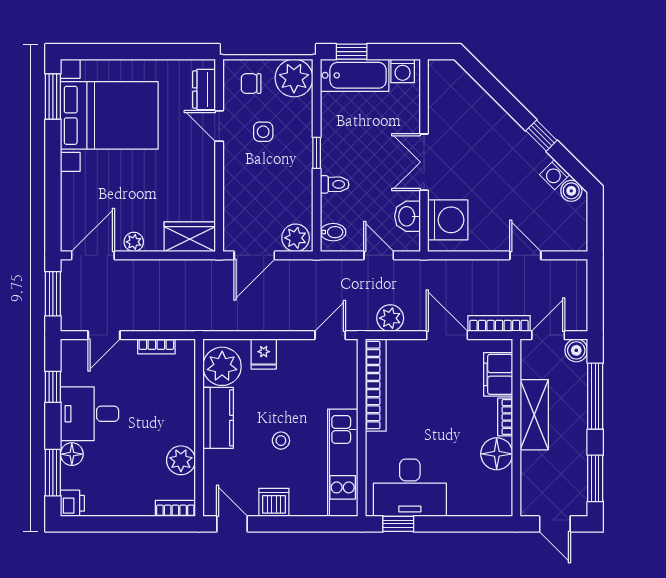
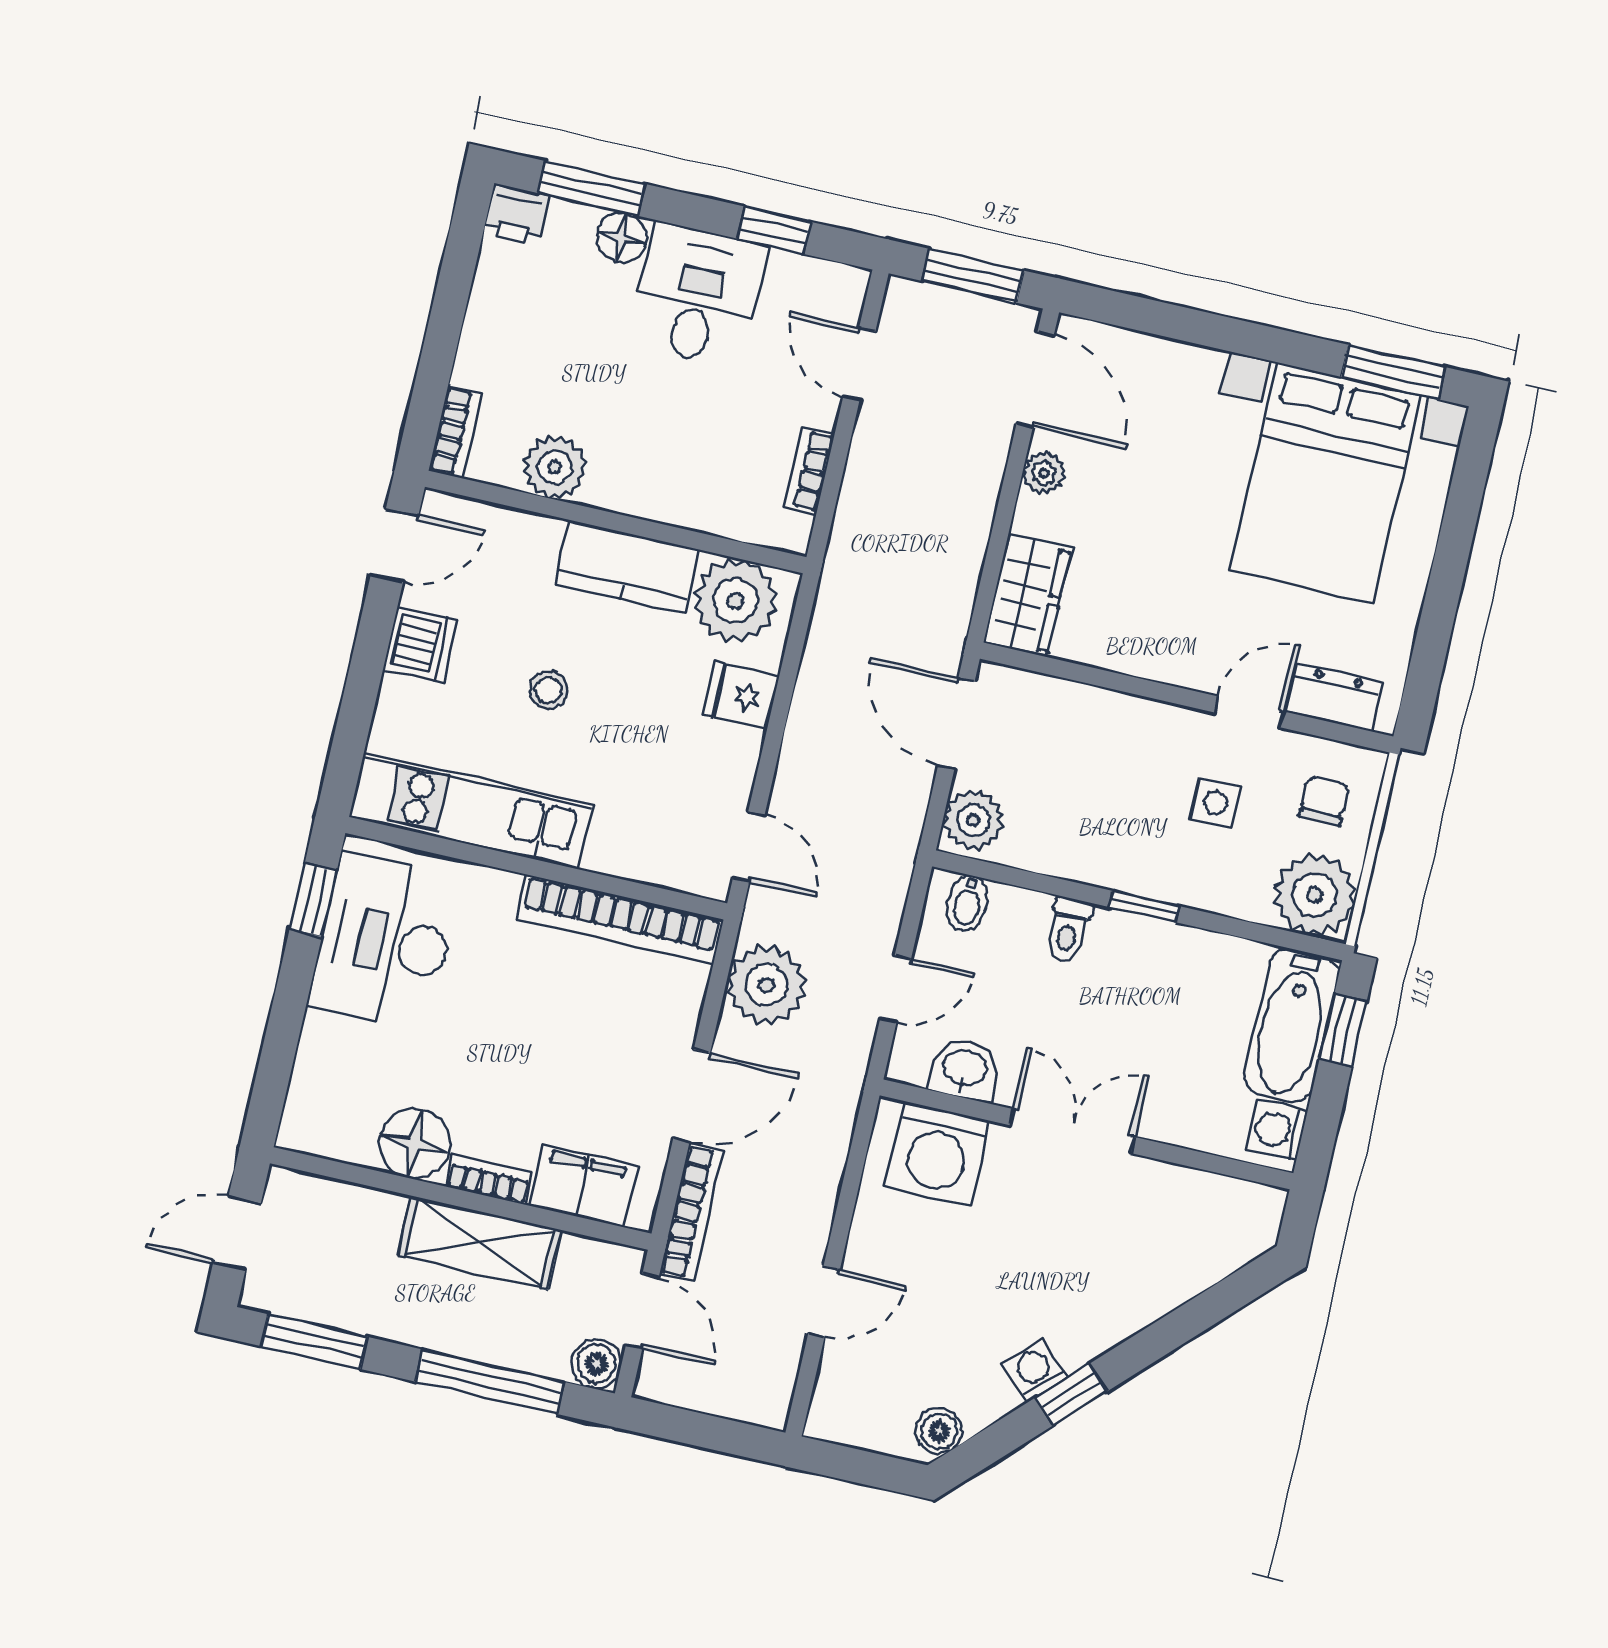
washing machine: (555, 175) -> (1035, 1370), moved
plant: (390, 318) -> (766, 985), width x1.36, depth x1.36

